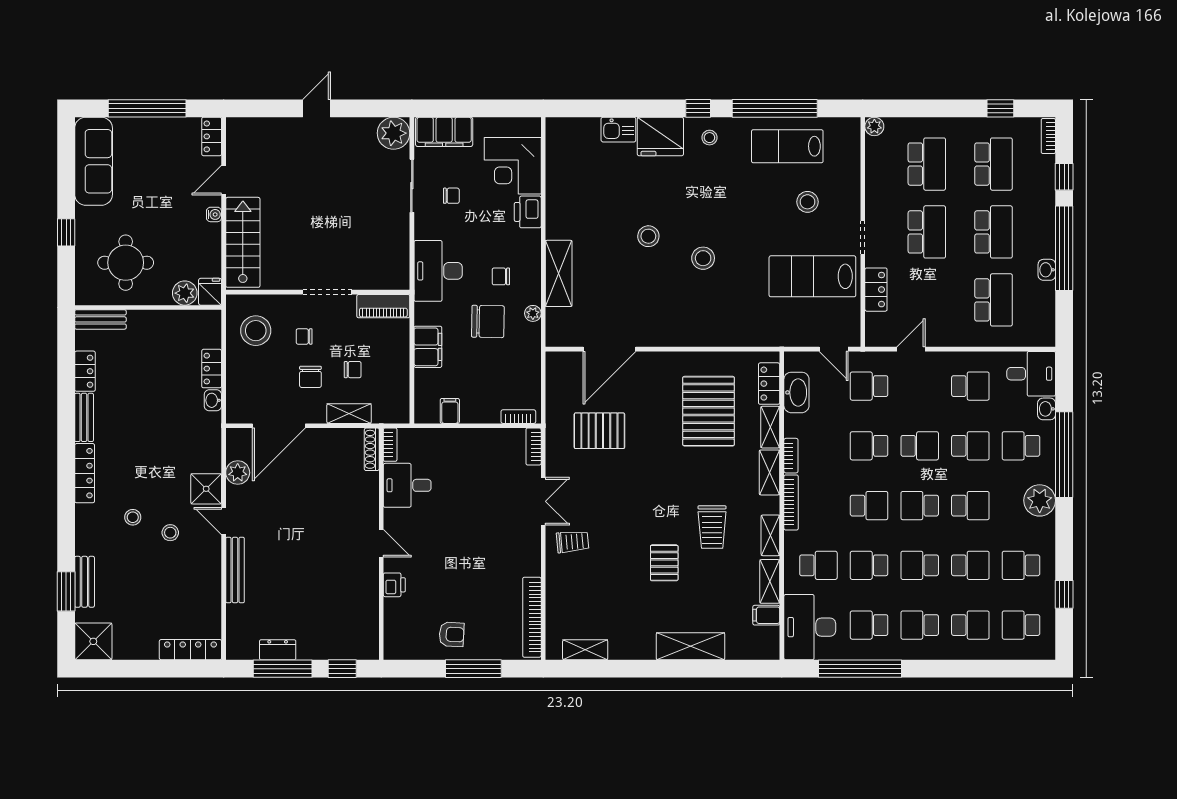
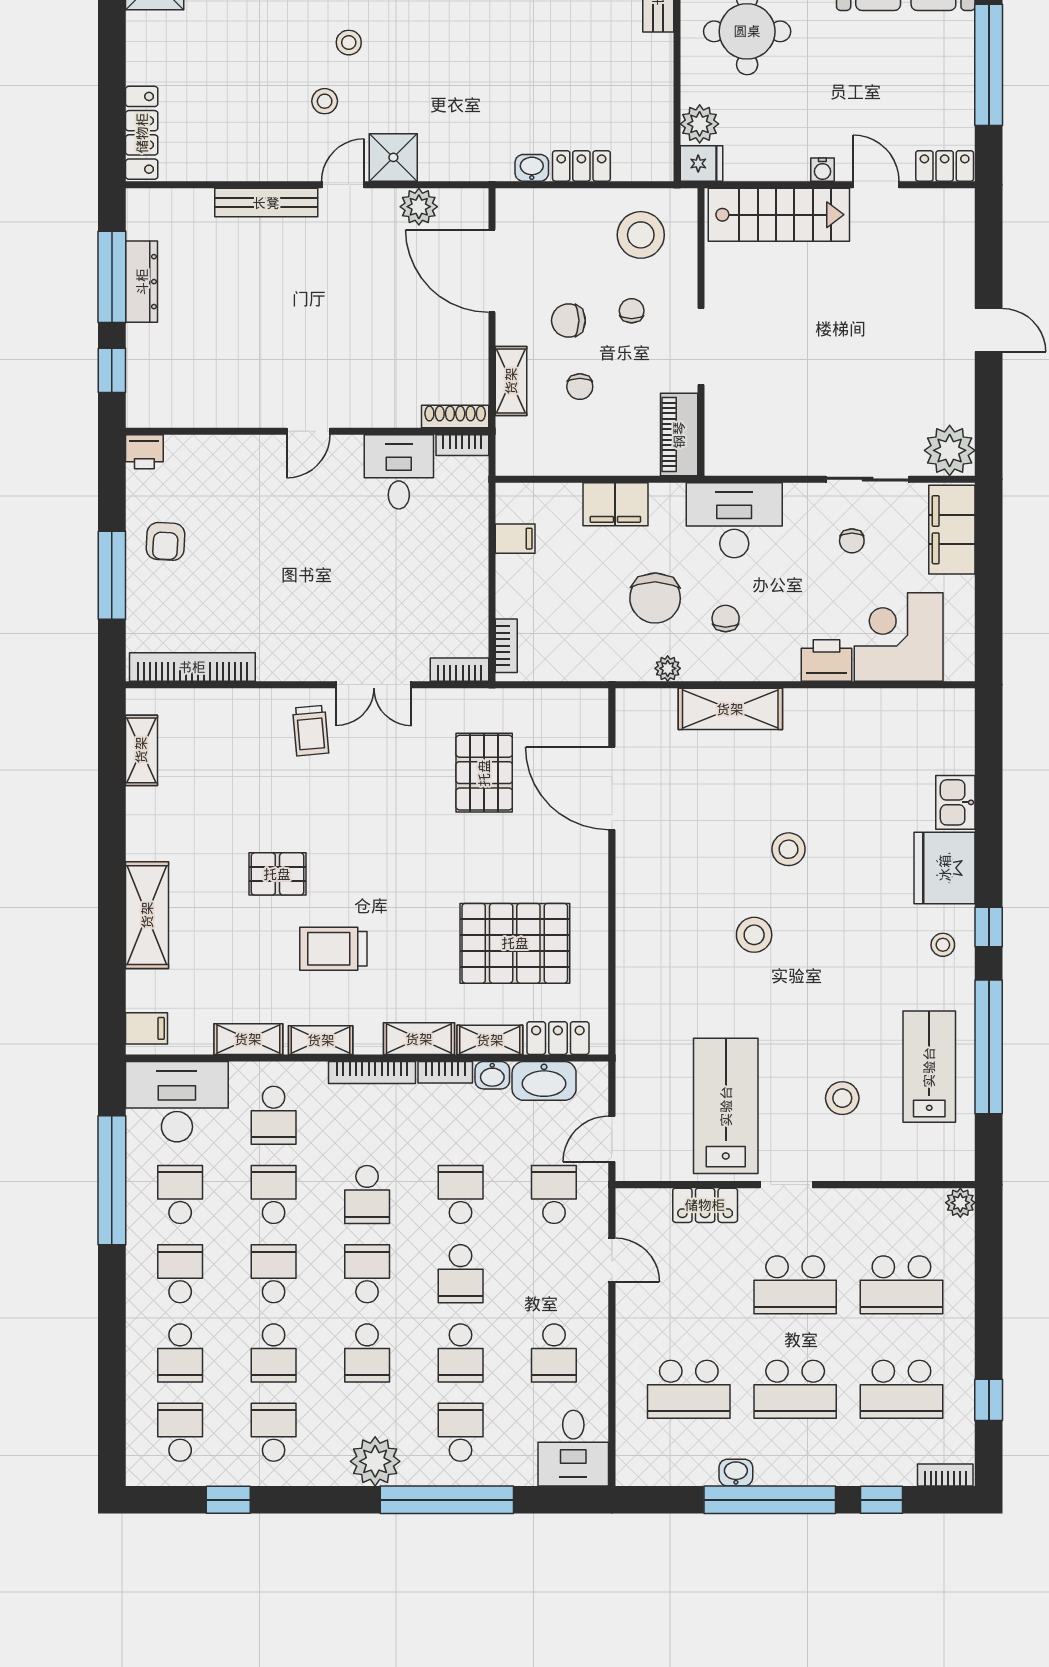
washbasin: (1047, 409) -> (492, 1075), moved, turned 180
printer: (394, 585) -> (144, 452), moved
filing cabinet: (766, 615) -> (146, 1028), moved, turned 90
dresser: (278, 650) -> (142, 282), width x1.44

